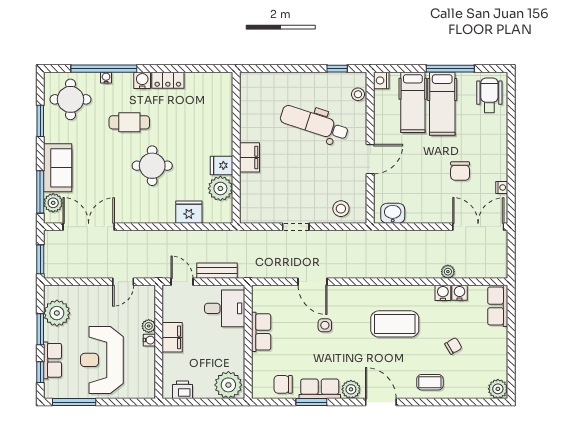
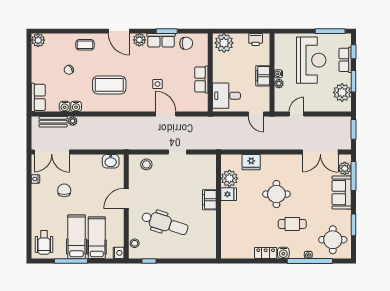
bench: (217, 271) -> (53, 122), moved

